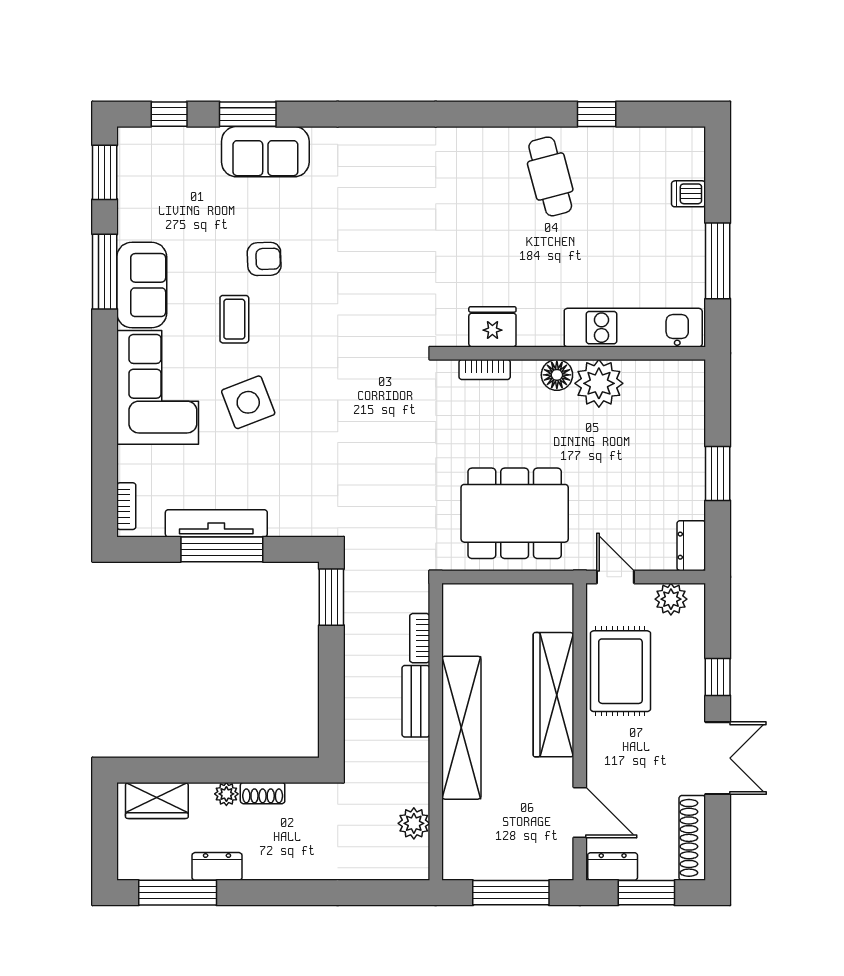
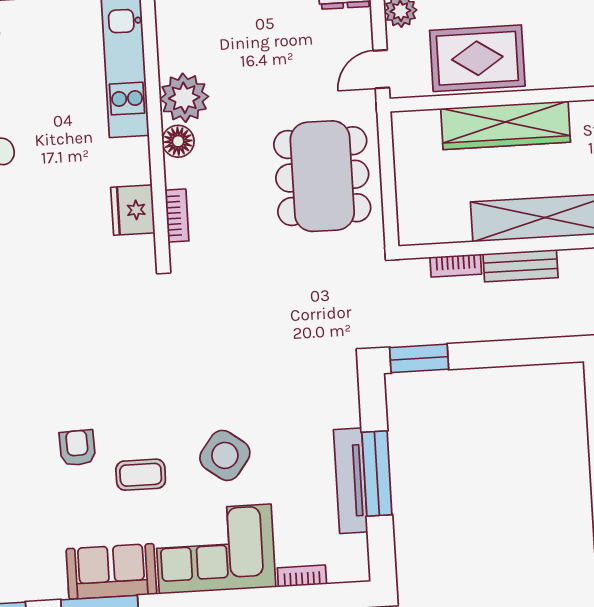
side table: (248, 402) -> (225, 455), turned -32
bookcase: (126, 506) -> (302, 576), moved

